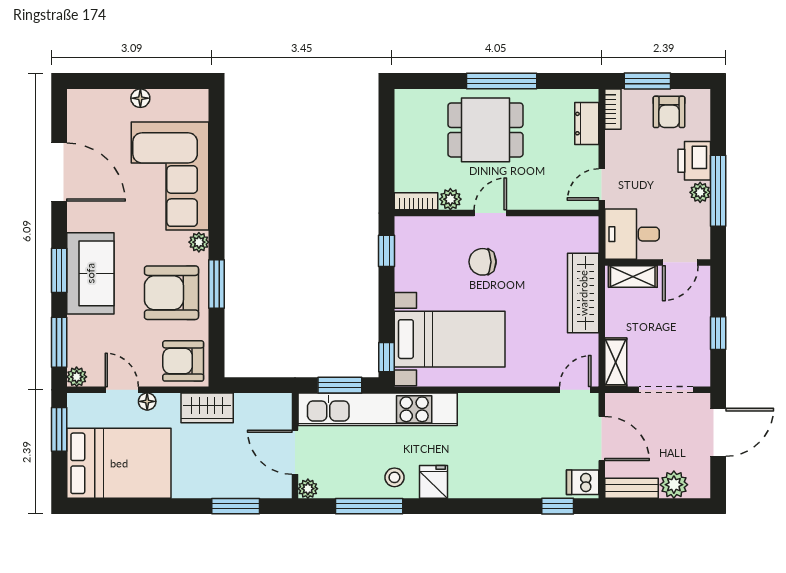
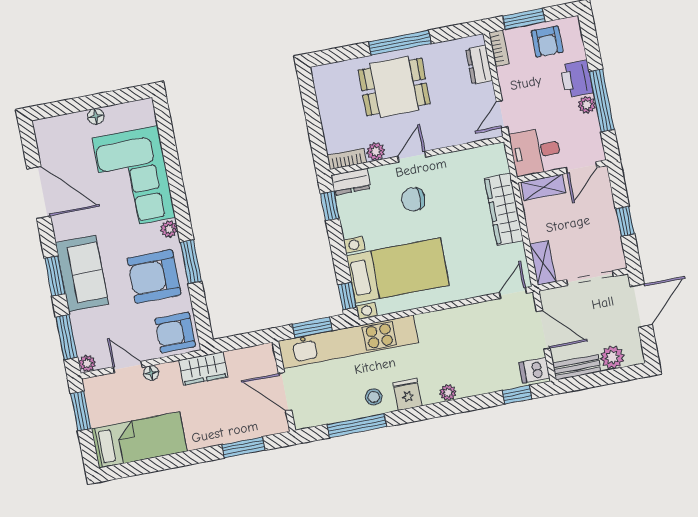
dresser: (416, 228) -> (351, 182), added
bed: (119, 463) -> (139, 440), width x0.67
plant: (308, 489) -> (448, 393), moved

